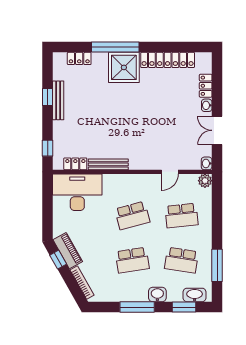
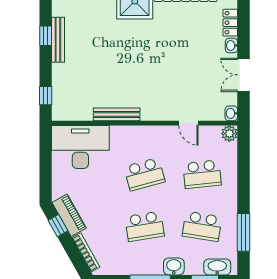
locker: (75, 164) -> (78, 114), removed
door: (170, 172) -> (188, 123), hinge flipped

